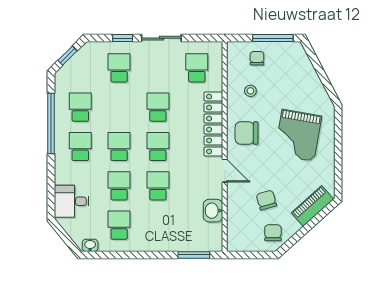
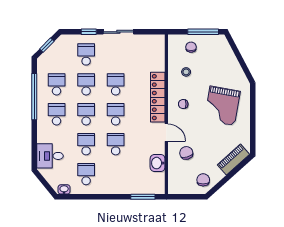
school desk: (197, 68) -> (86, 84), moved
chair: (247, 133) -> (183, 104), width x0.54, depth x0.54
chair: (266, 200) -> (186, 153), moved

